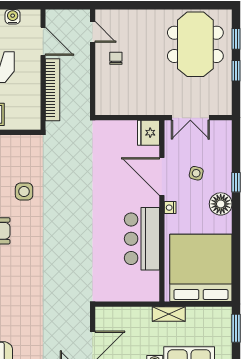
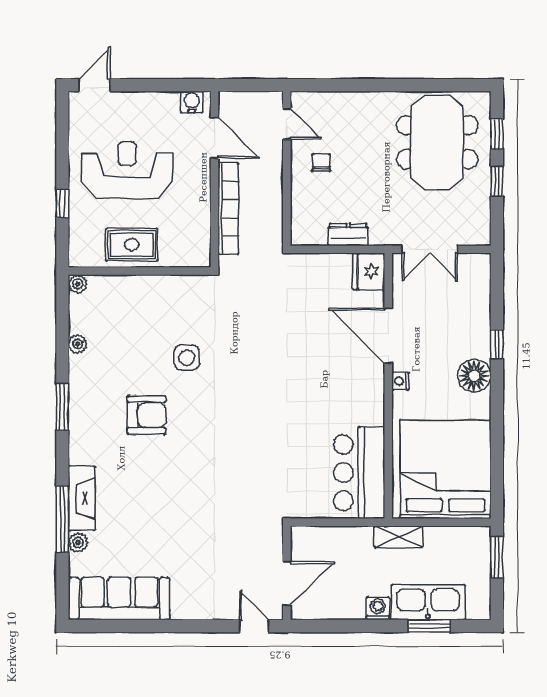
water cooler: (13, 17) -> (192, 102), moved
dresser: (134, 107) -> (348, 235), added
side table: (196, 173) -> (438, 331), removed
bar counter: (142, 239) -> (359, 473), moved

